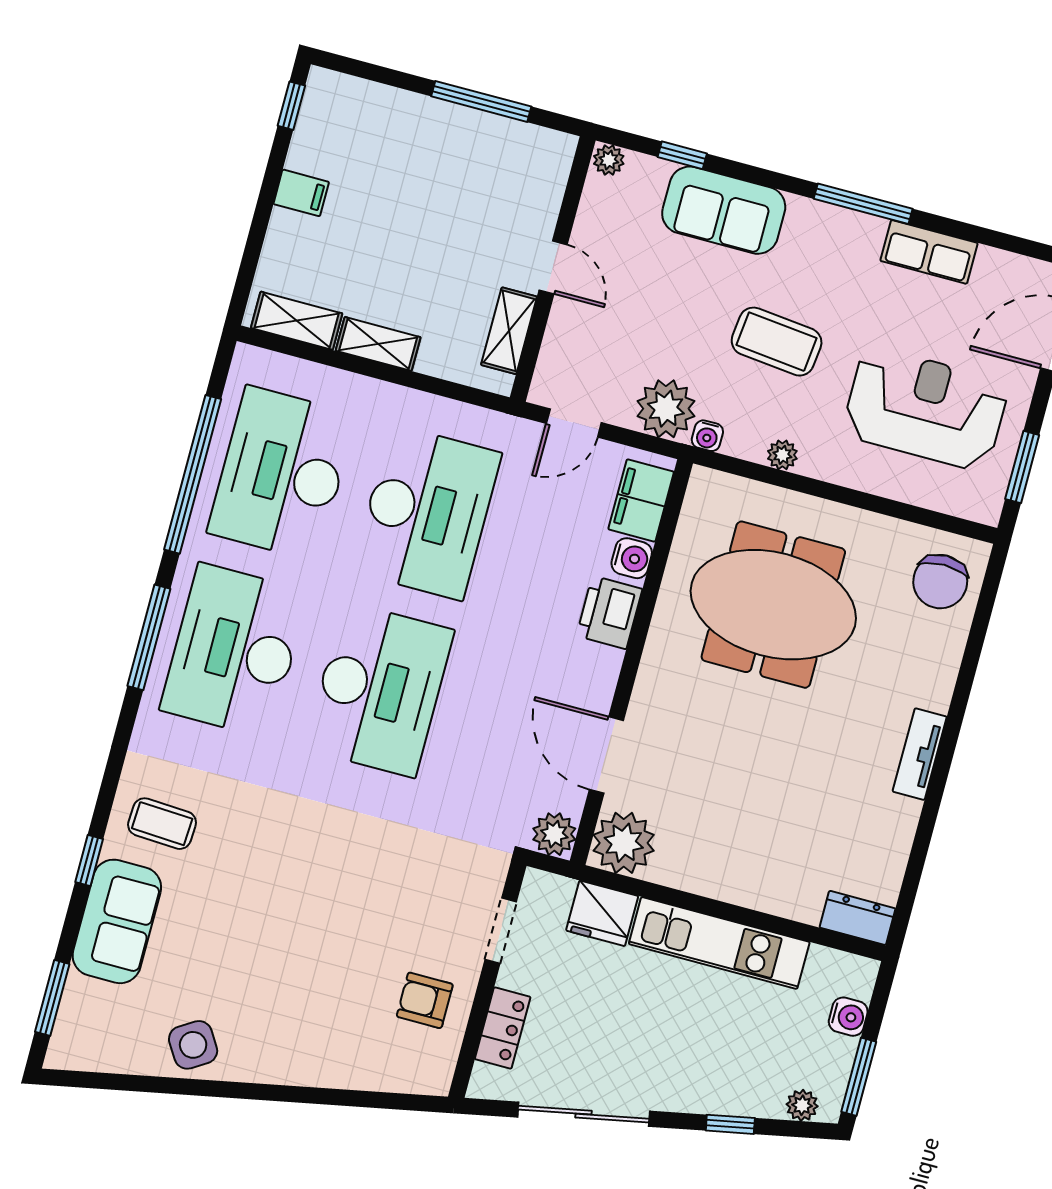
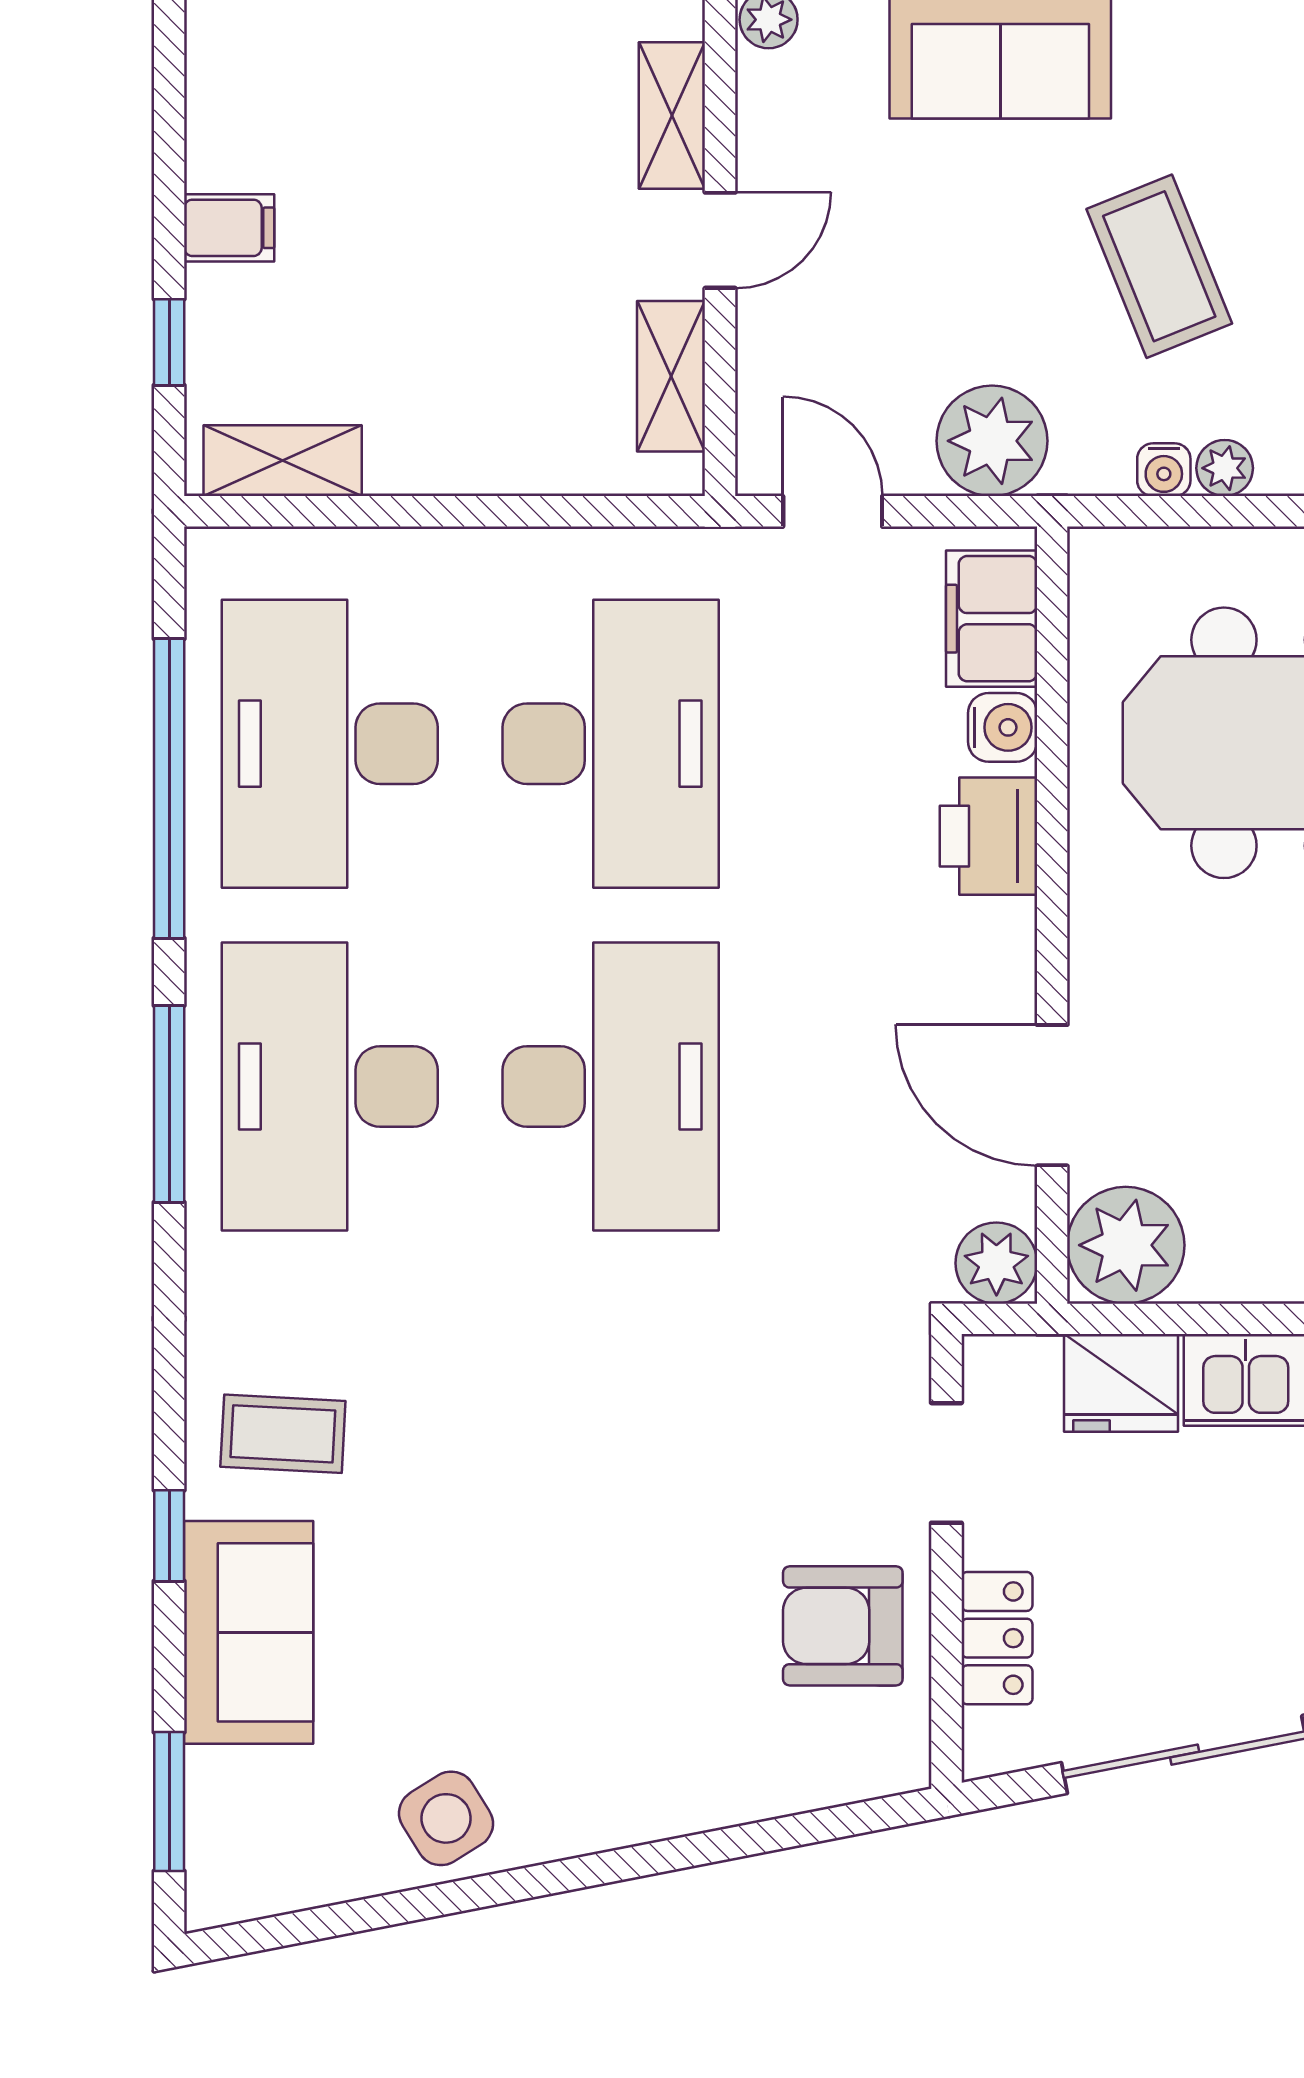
window: (291, 106) -> (169, 342), moved
door: (553, 267) -> (720, 240), hinge flipped
coffee table: (777, 342) -> (1159, 266), turned 62
shelving: (378, 344) -> (672, 115), moved, turned 90
door: (574, 423) -> (833, 511), swing flipped
water cooler: (707, 436) -> (1164, 470), moved
armchair: (425, 1000) -> (843, 1626), width x1.38, depth x1.38

